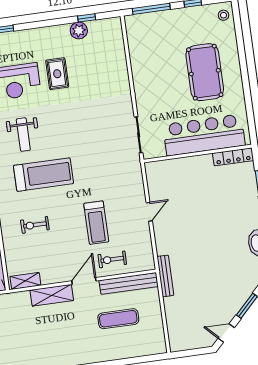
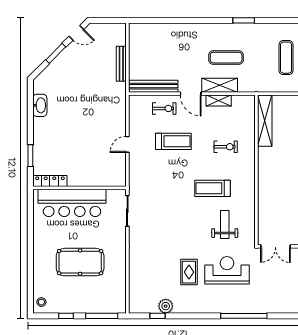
pool table: (205, 72) -> (80, 262), moved, turned 90
treadmill: (43, 175) -> (212, 188), width x0.73, depth x0.73
treadmill: (96, 223) -> (173, 141), turned 90
bench: (165, 276) -> (121, 64), moved
shelving: (25, 281) -> (219, 100), moved
door: (84, 281) -> (191, 94), hinge flipped
exercise mat: (118, 319) -> (226, 58), moved

